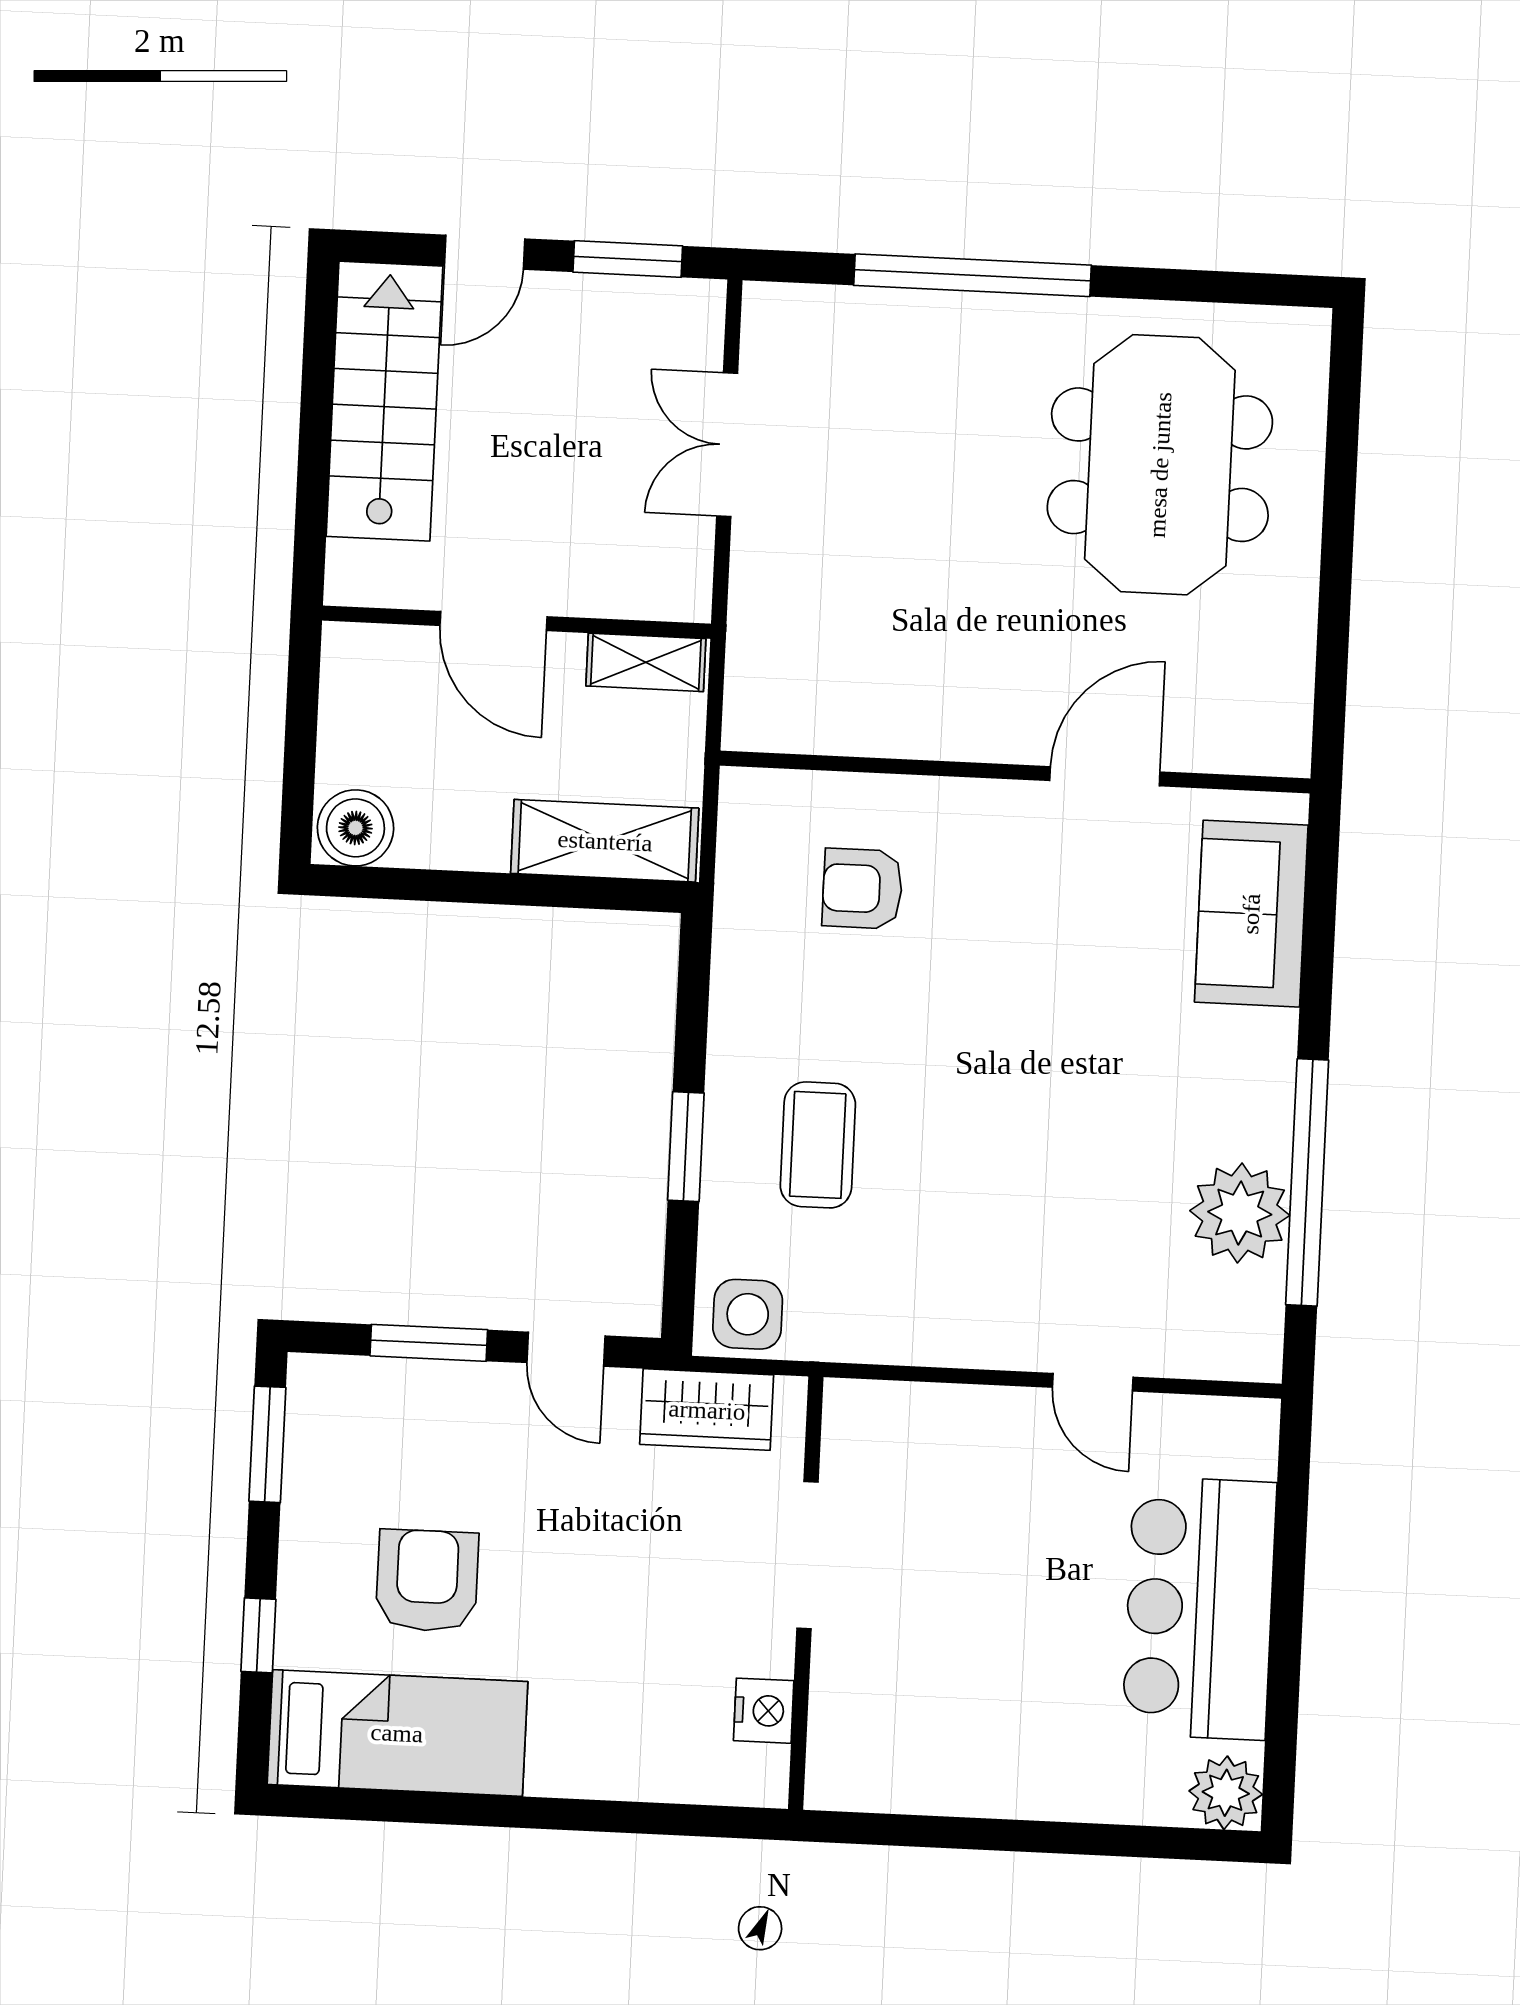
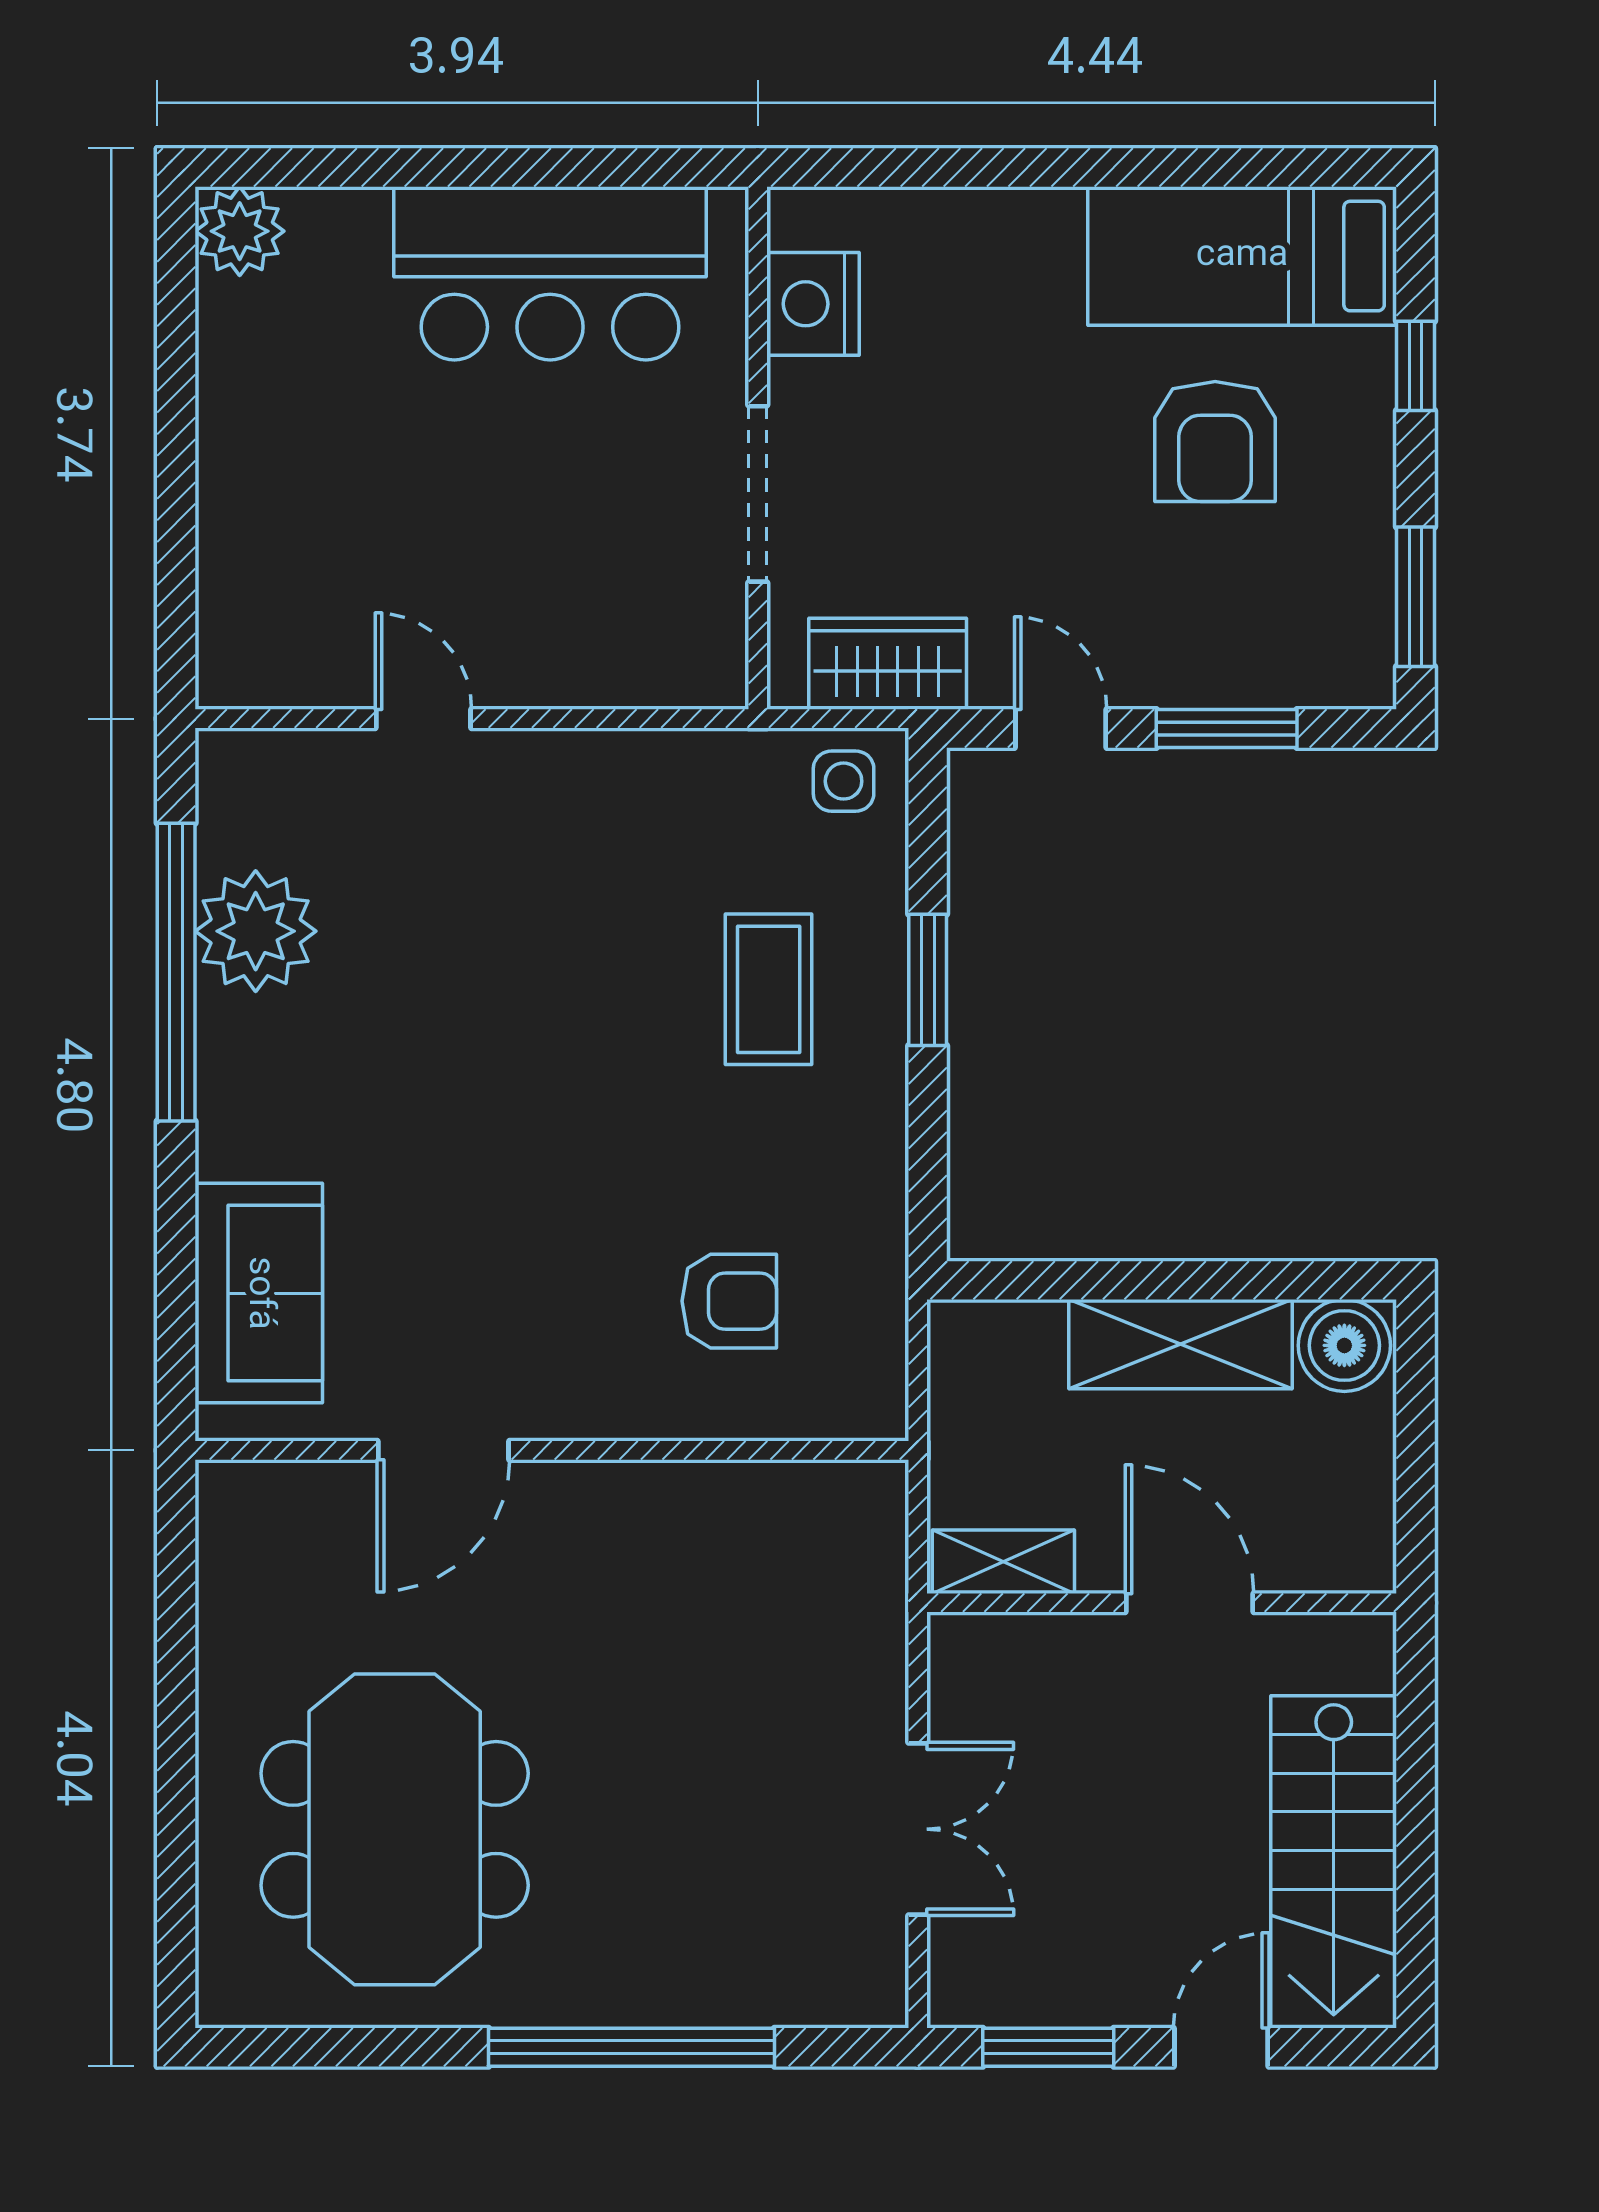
shelving: (605, 841) -> (1181, 1344), moved
side table: (748, 1314) -> (844, 781), width x0.73, depth x0.73
bar counter: (1199, 1608) -> (550, 273), moved, turned 90
nightstand: (764, 1711) -> (813, 304), width x1.36, depth x1.33

